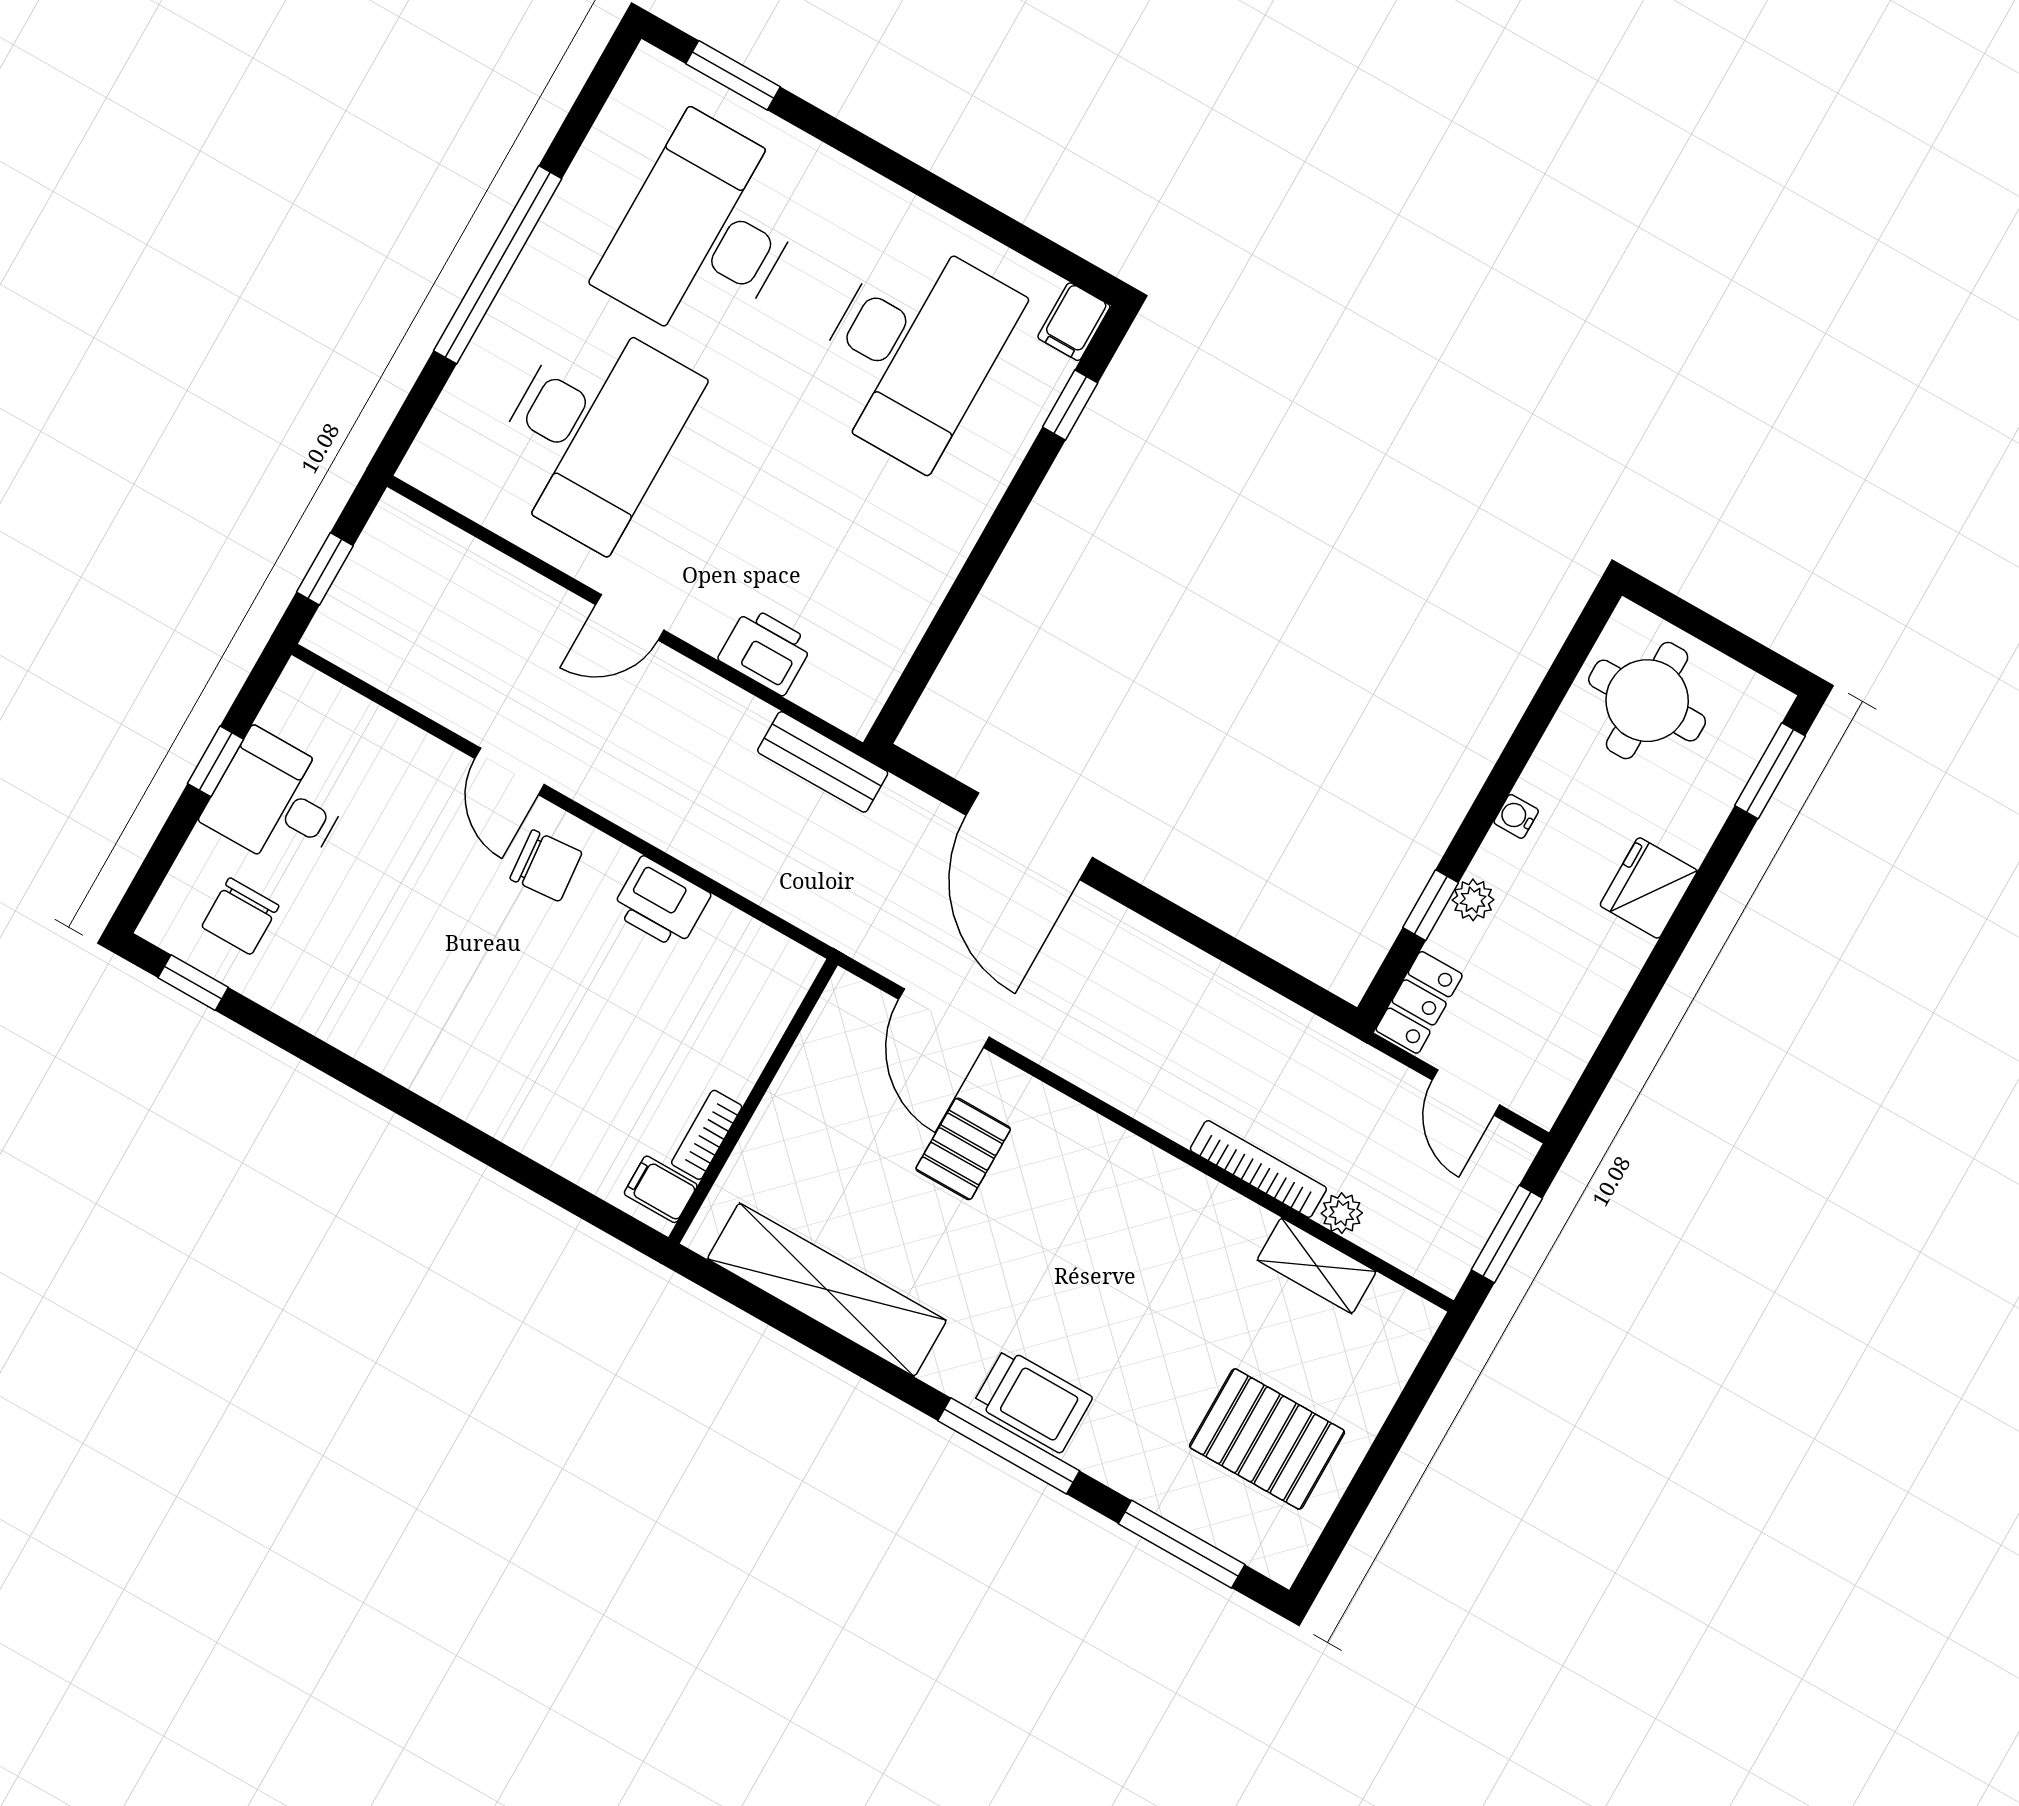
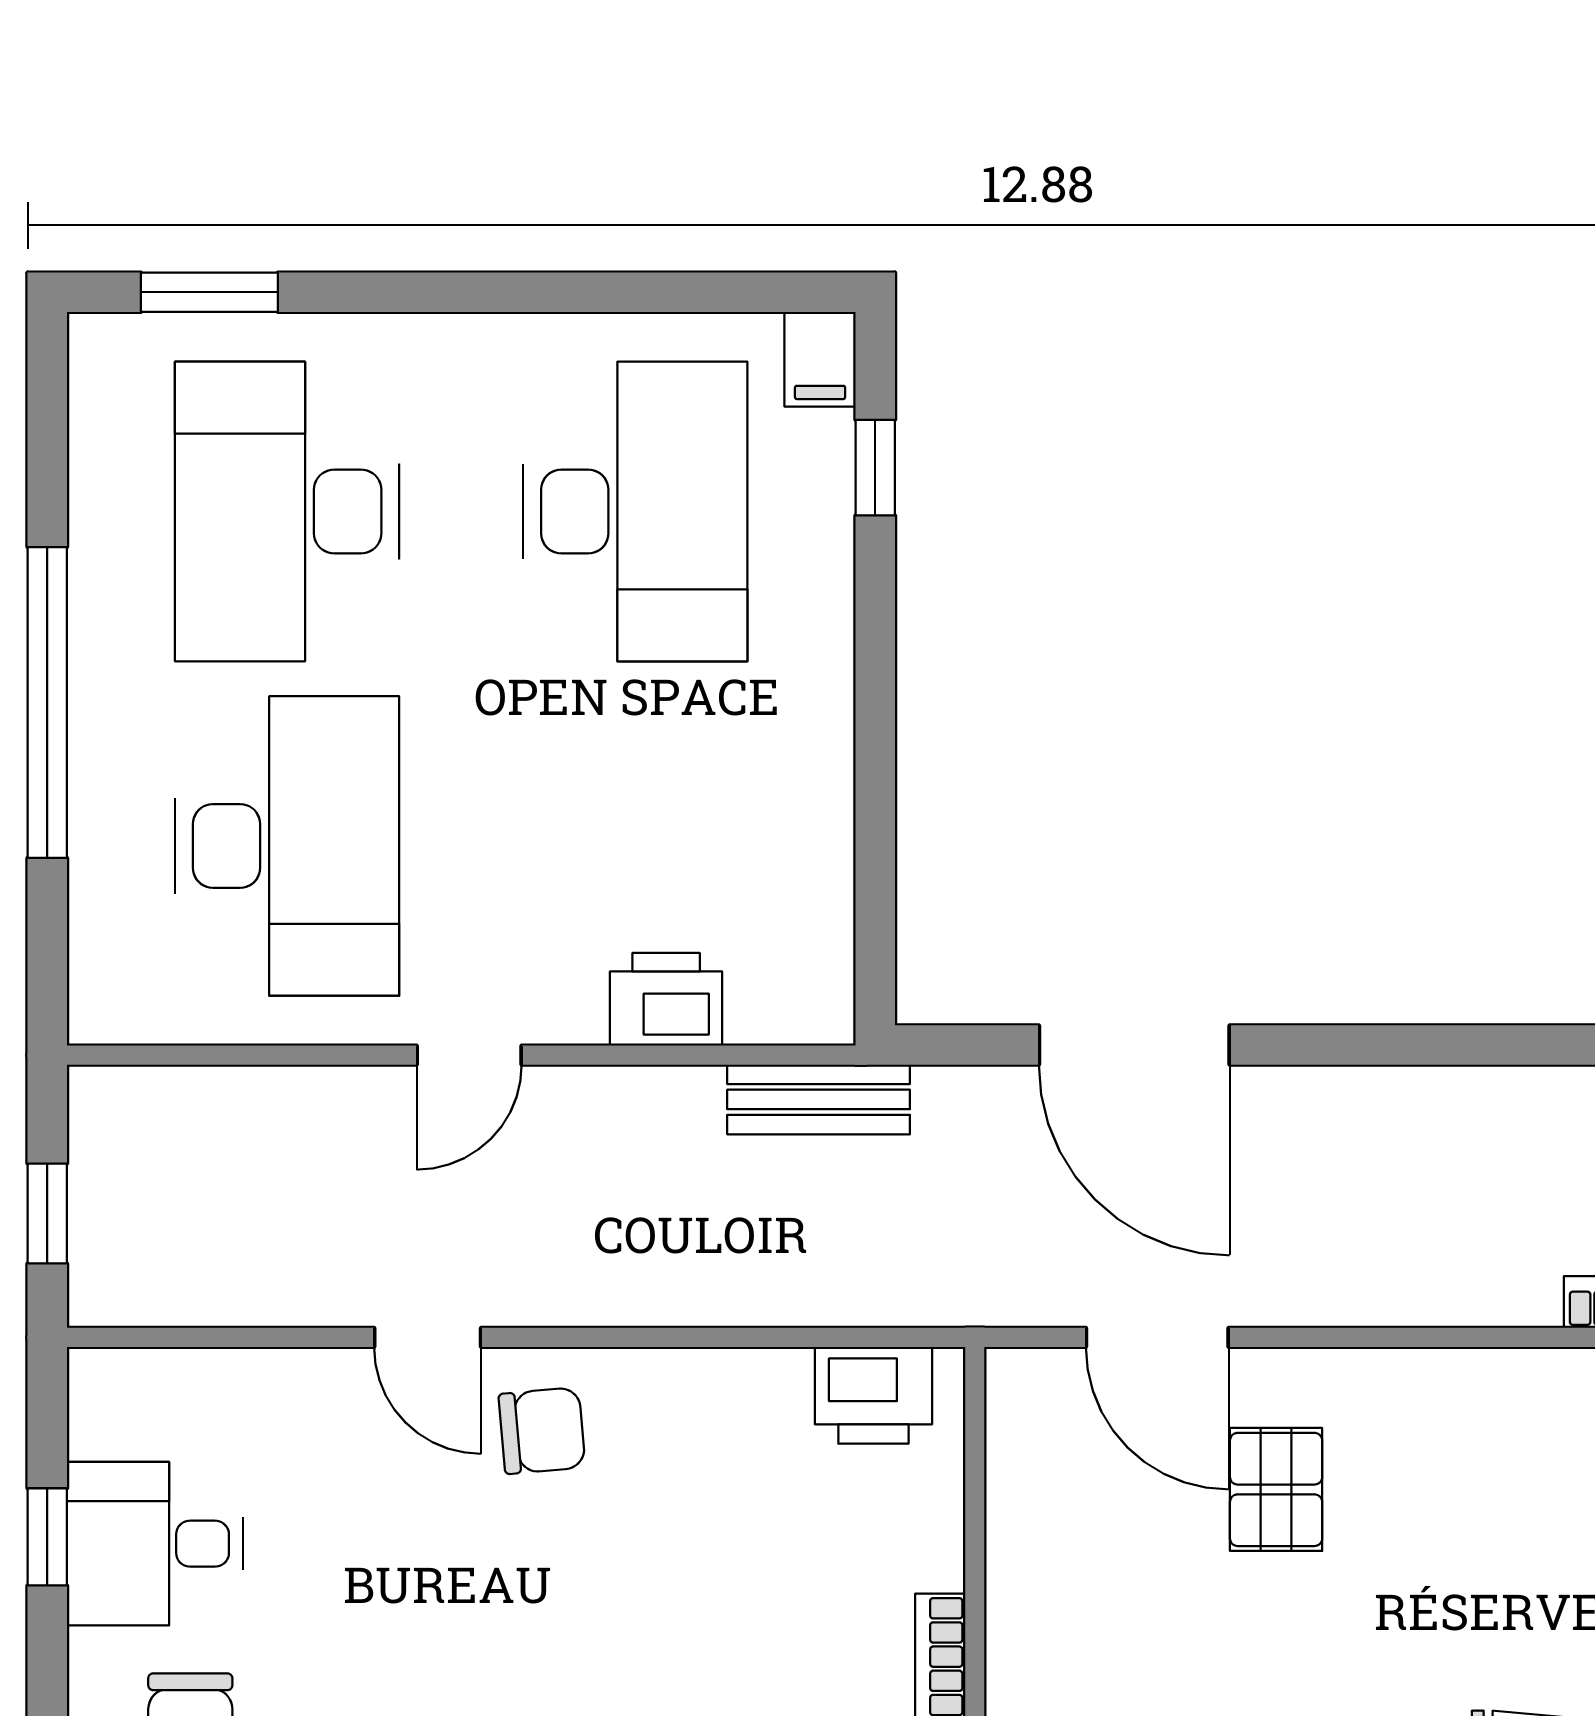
printer: (661, 903) -> (873, 1395), moved

